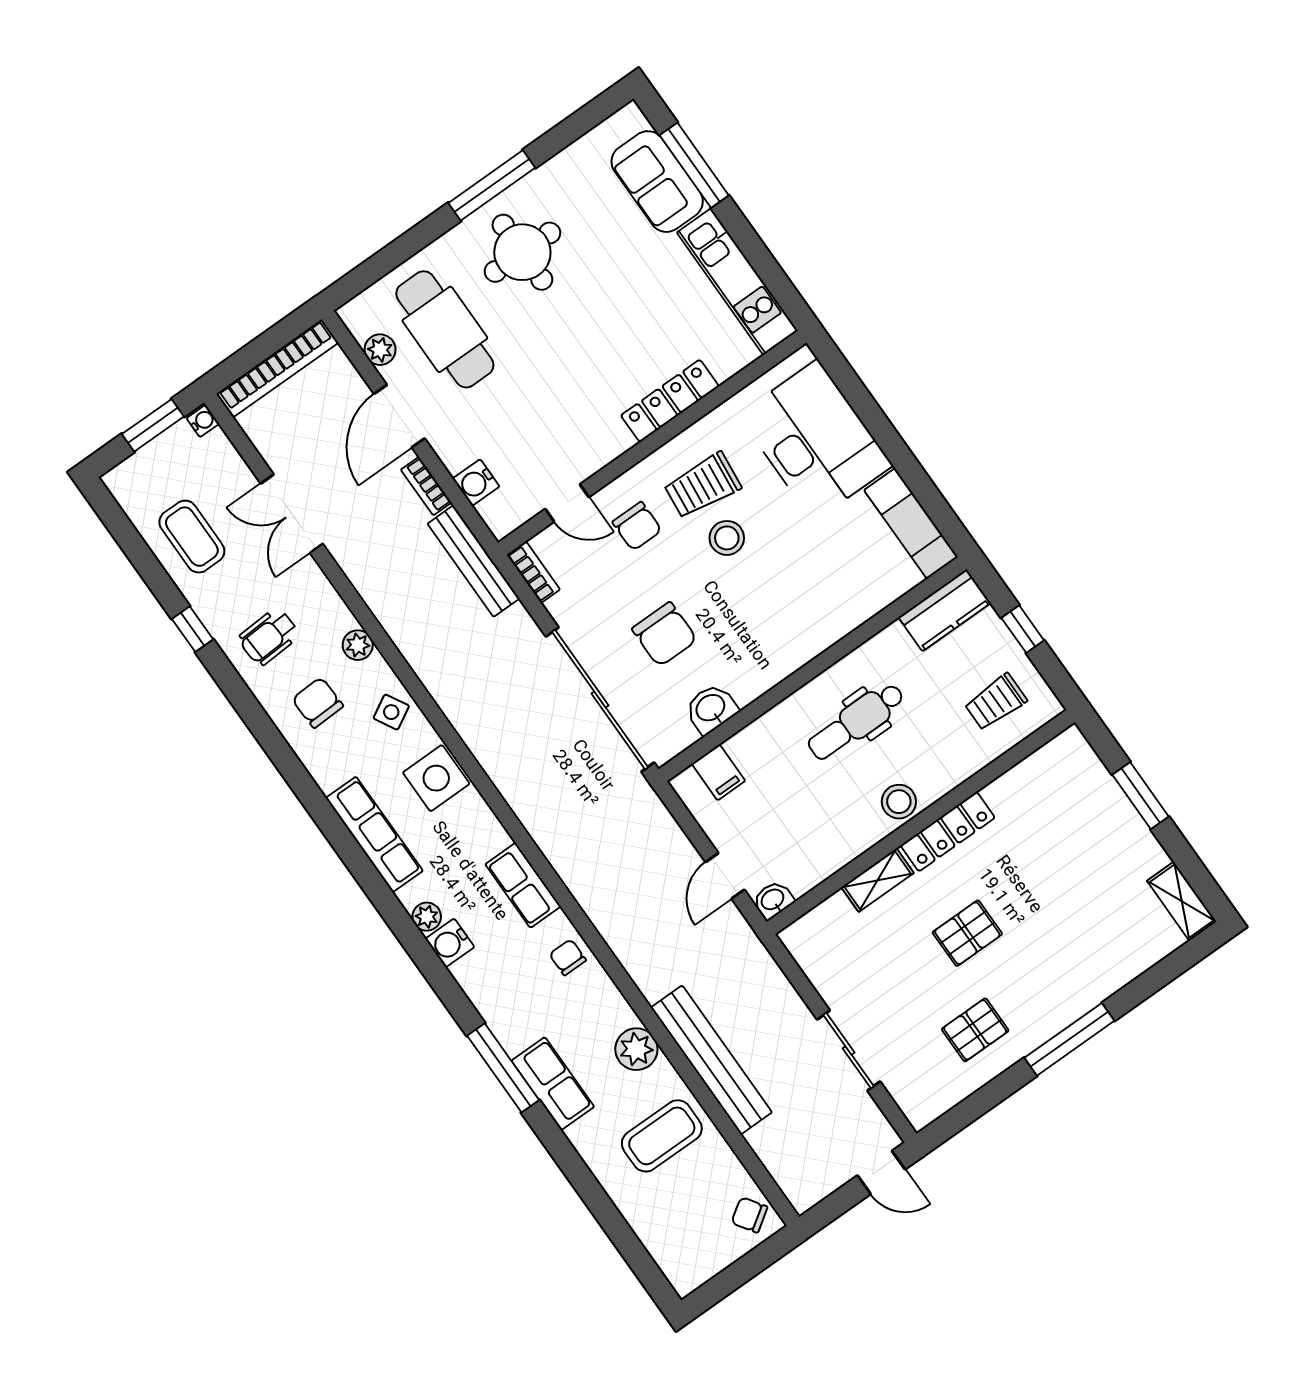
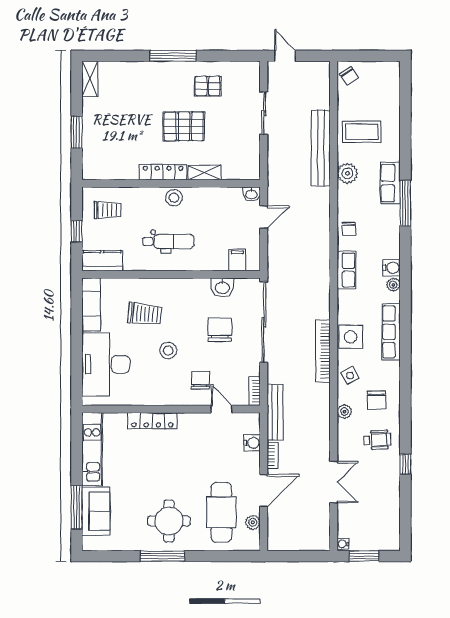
bookcase: (278, 368) -> (323, 351), moved, turned -90
trolley: (702, 486) -> (145, 314), moved
coffee table: (192, 537) -> (380, 501), removed
pallet: (967, 933) -> (184, 126), width x1.50, depth x1.42

